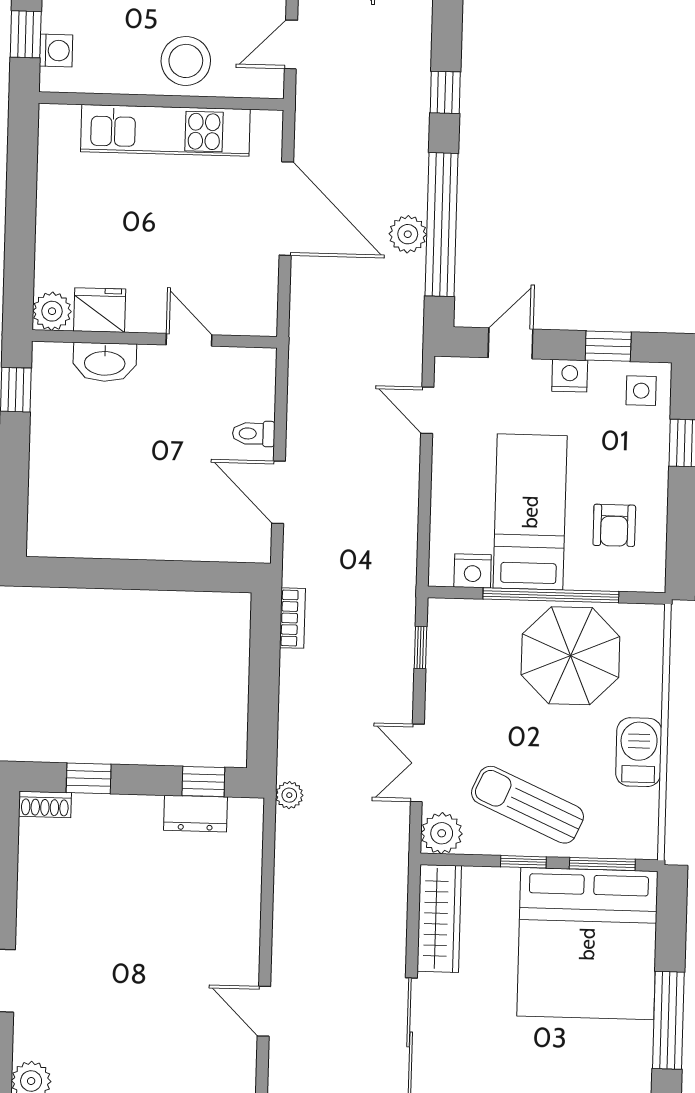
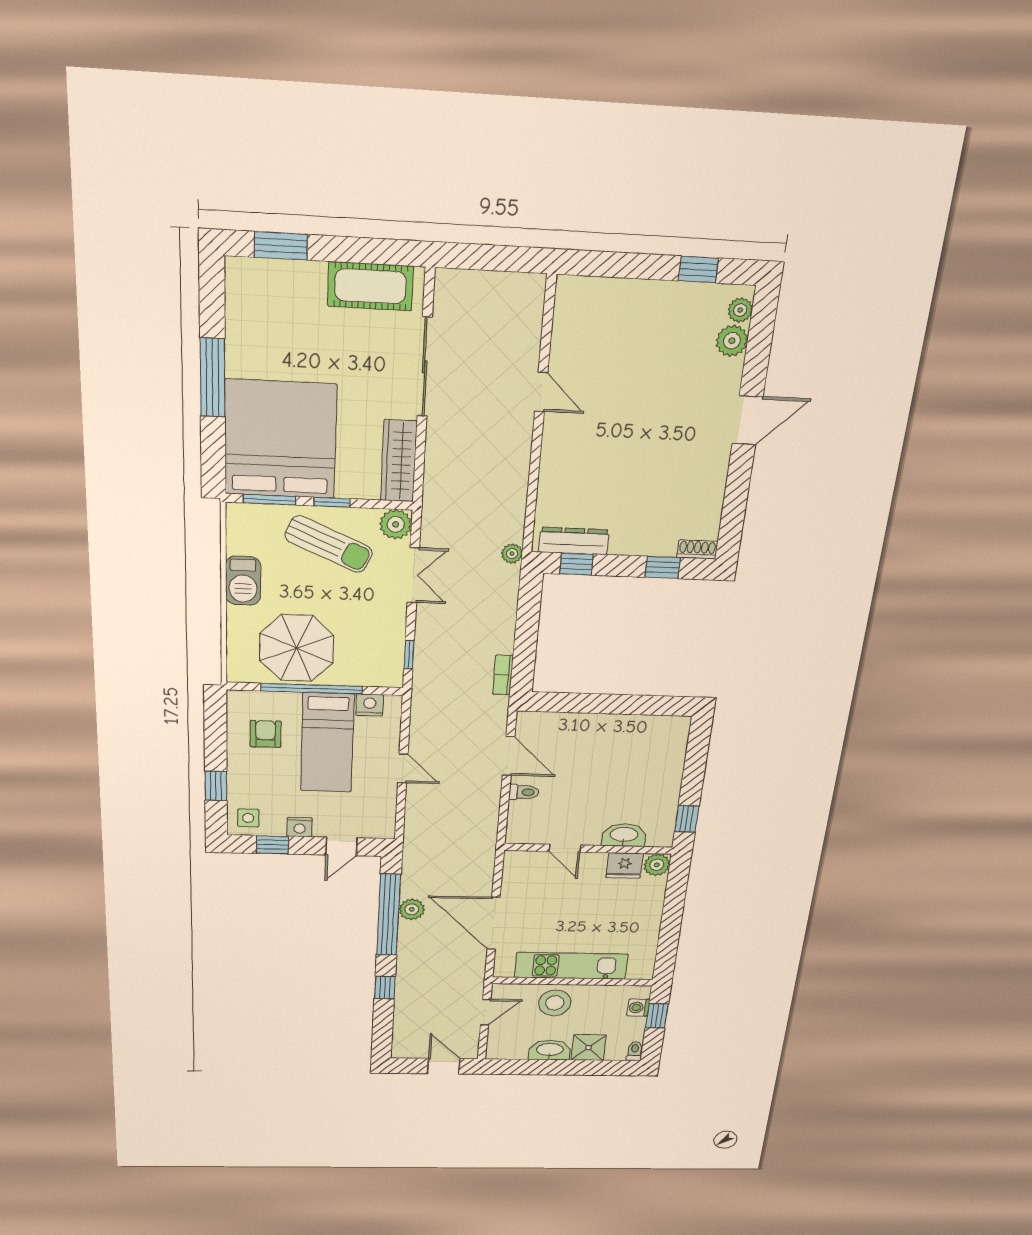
door: (427, 410) -> (403, 768), moved
dresser: (196, 814) -> (574, 541), width x1.44

